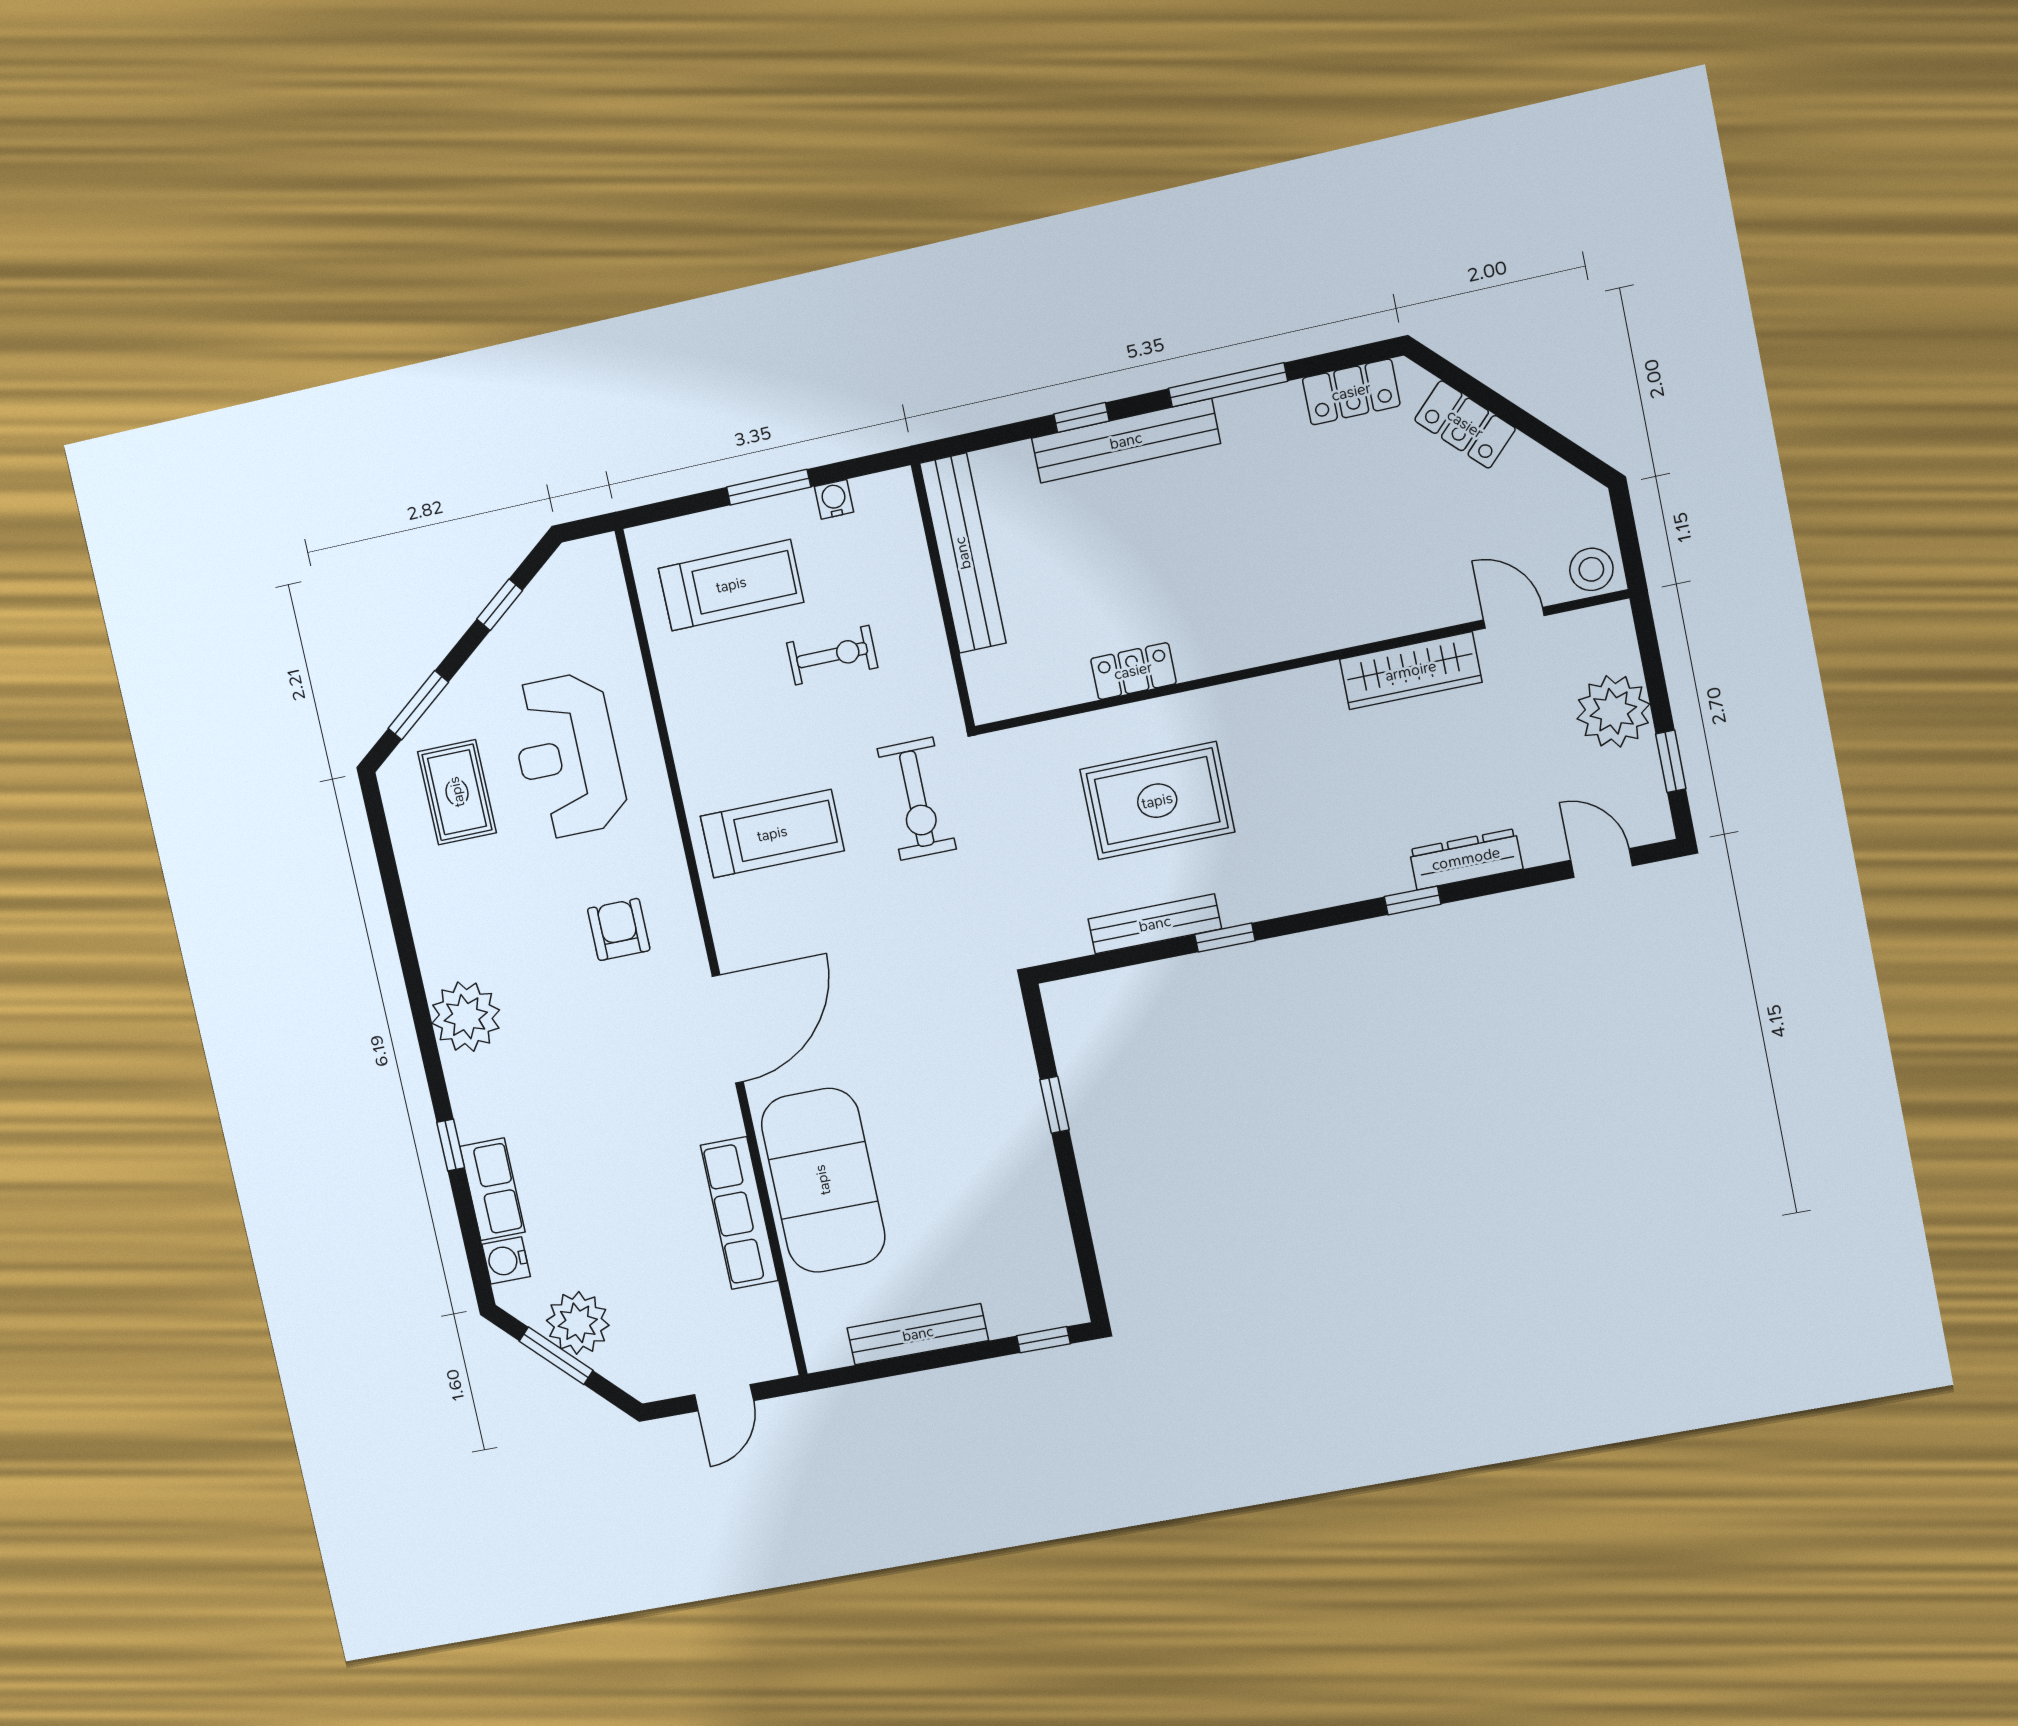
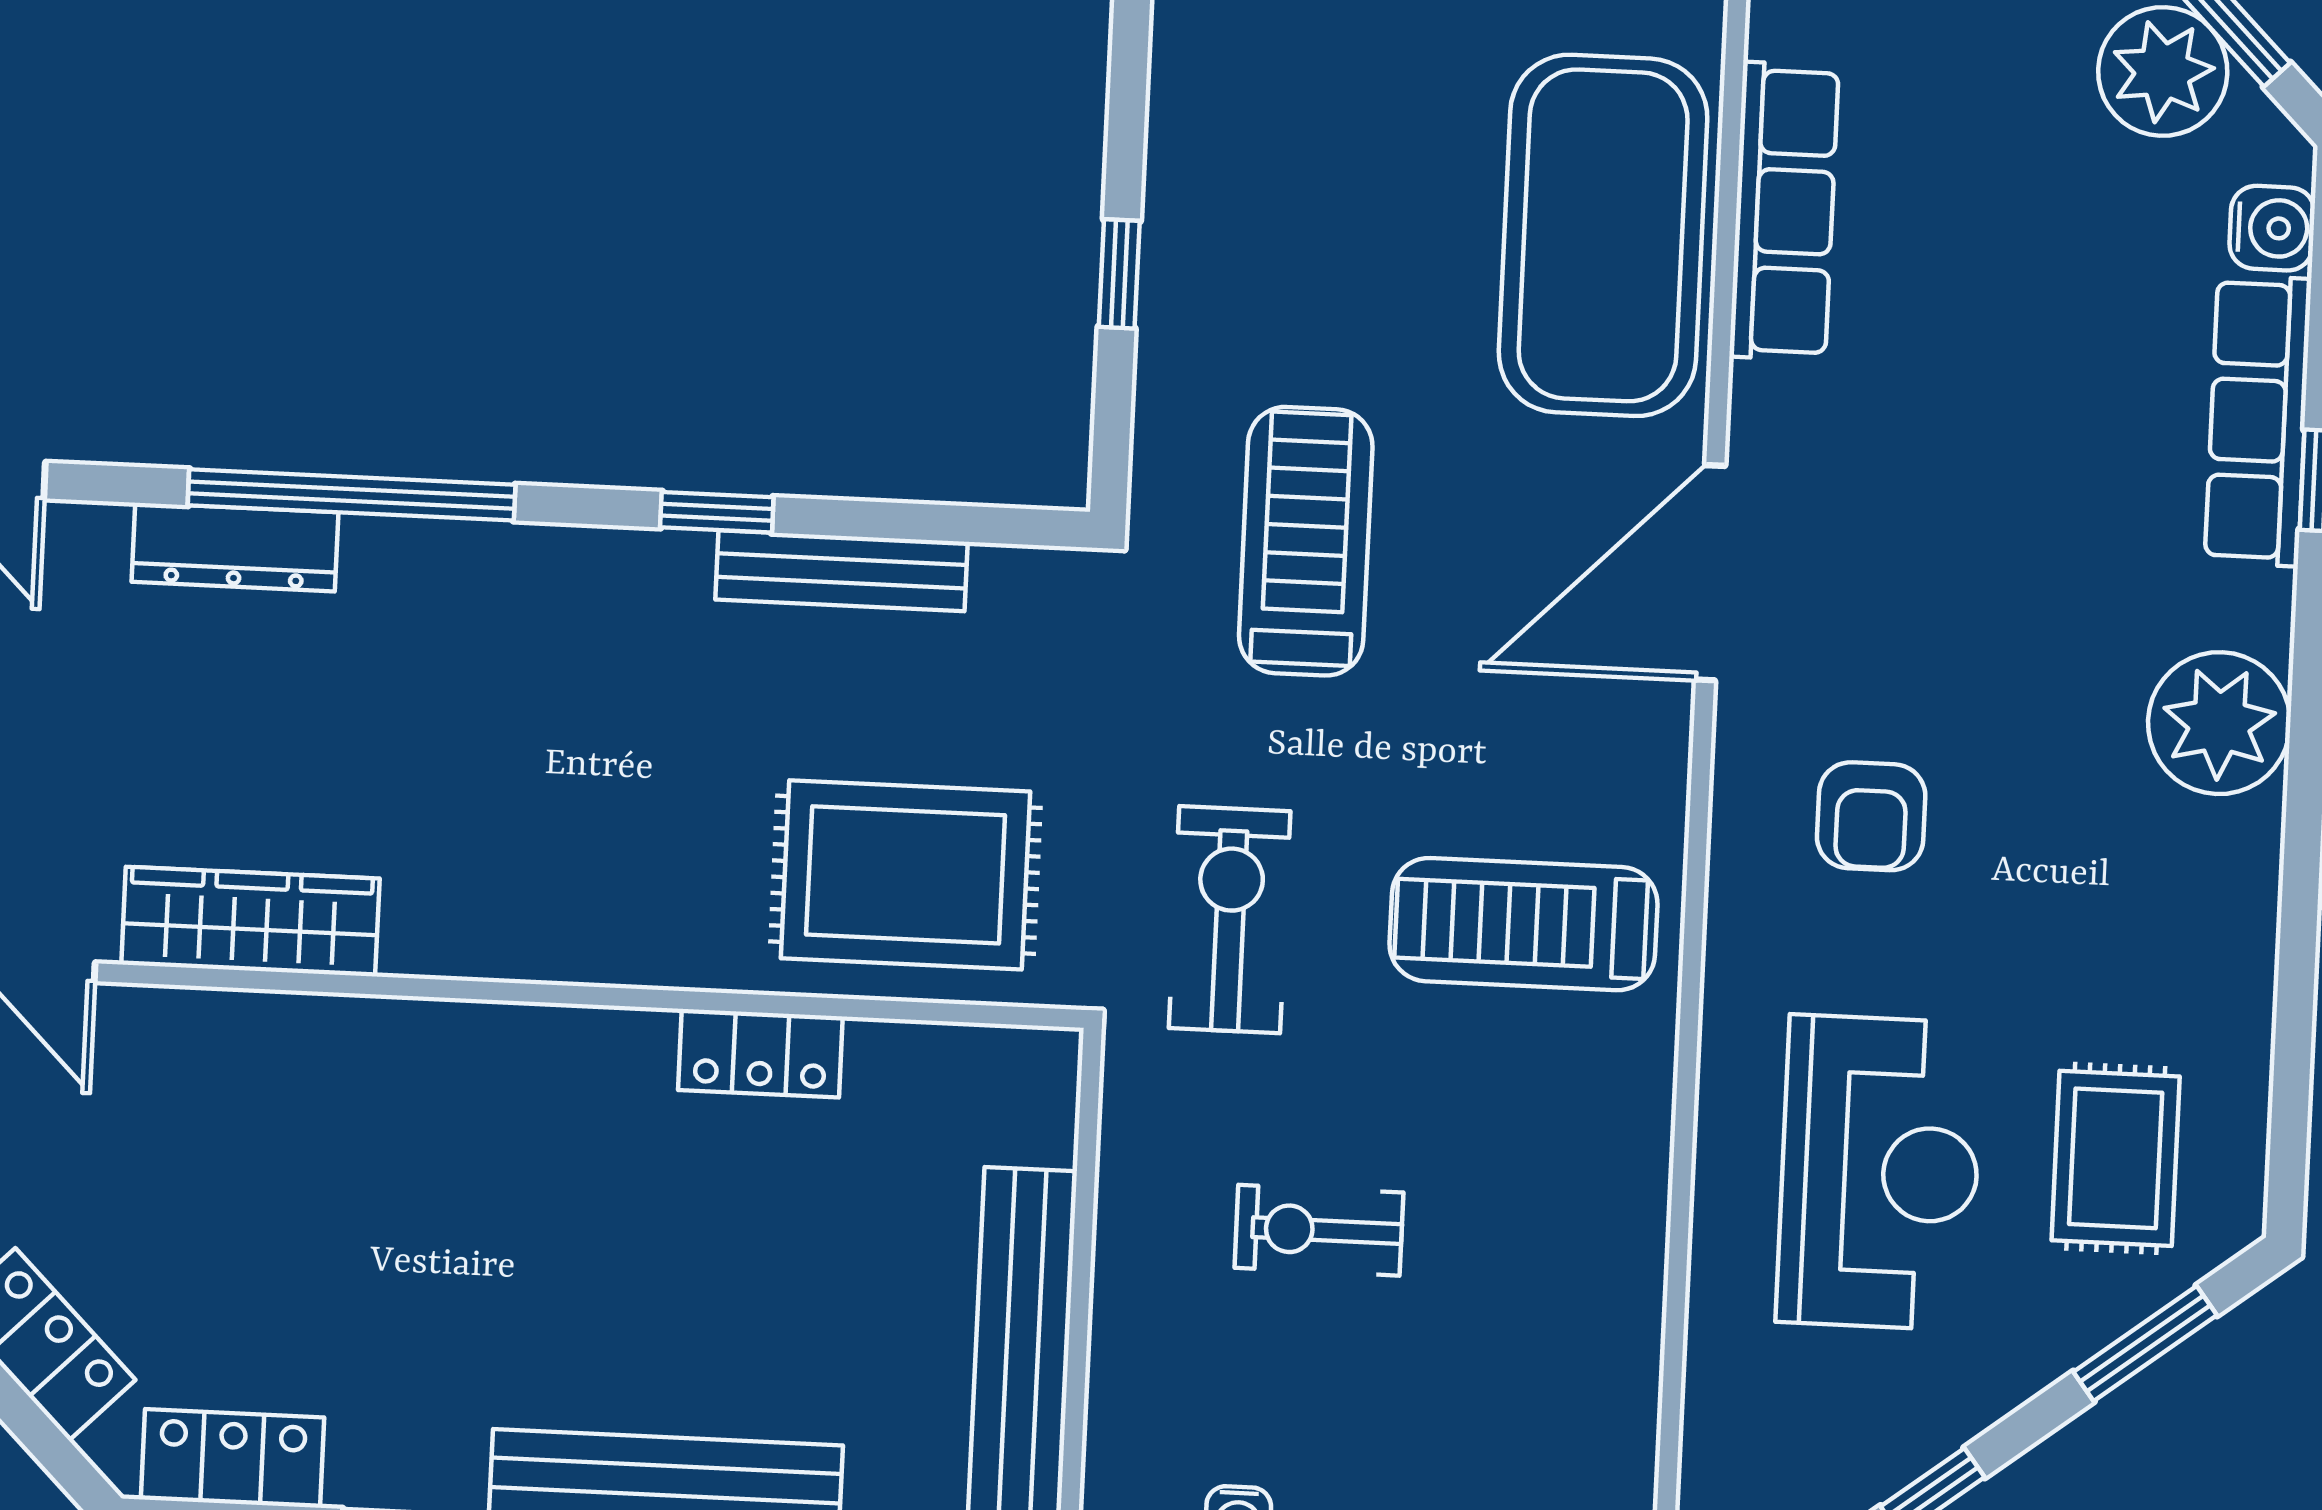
treadmill: (731, 585) -> (1306, 541), moved, turned 90
rug: (1157, 801) -> (906, 875), moved
window: (1413, 900) -> (352, 495), width x3.17
row of seats: (492, 1189) -> (2258, 421), width x1.48

